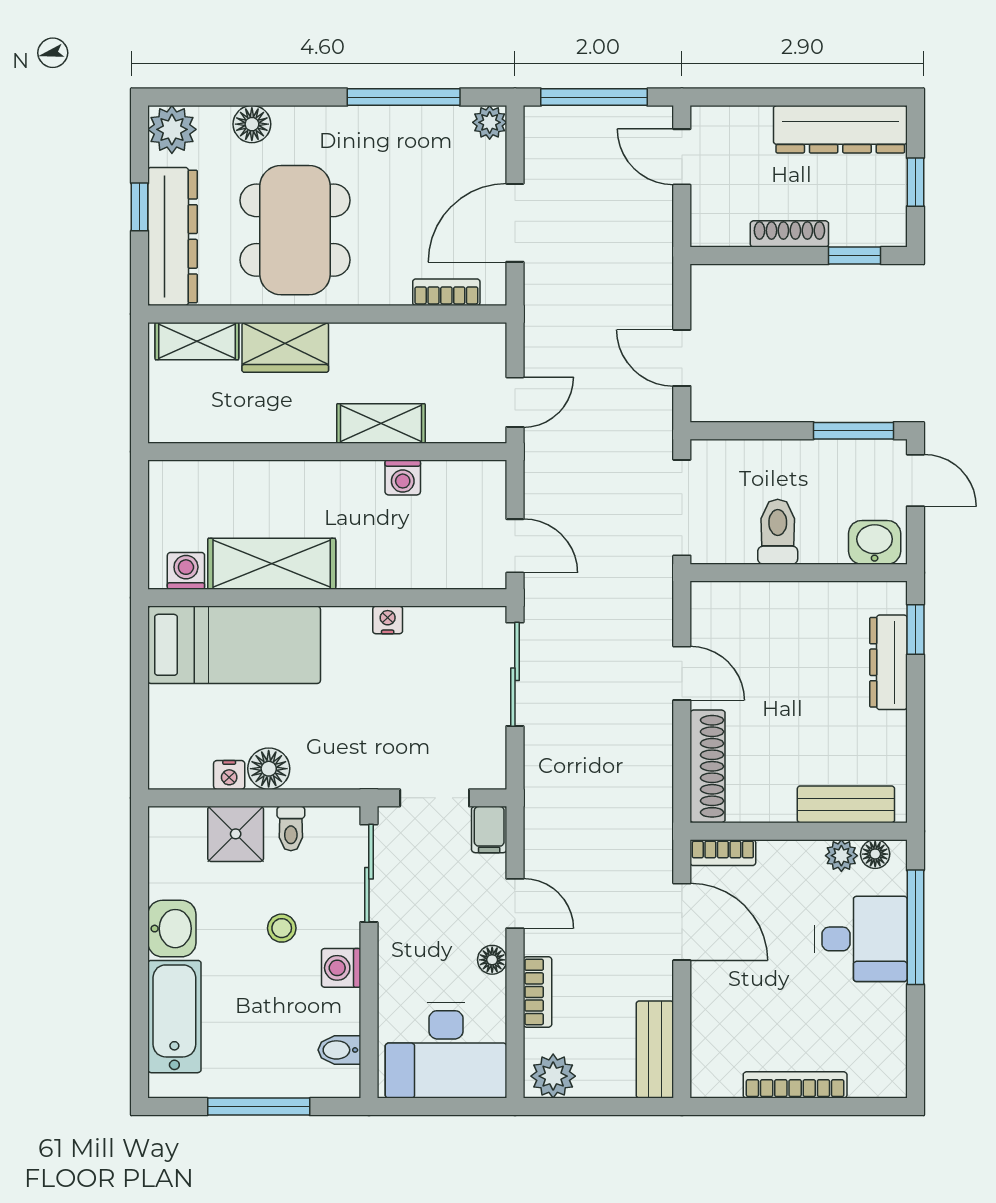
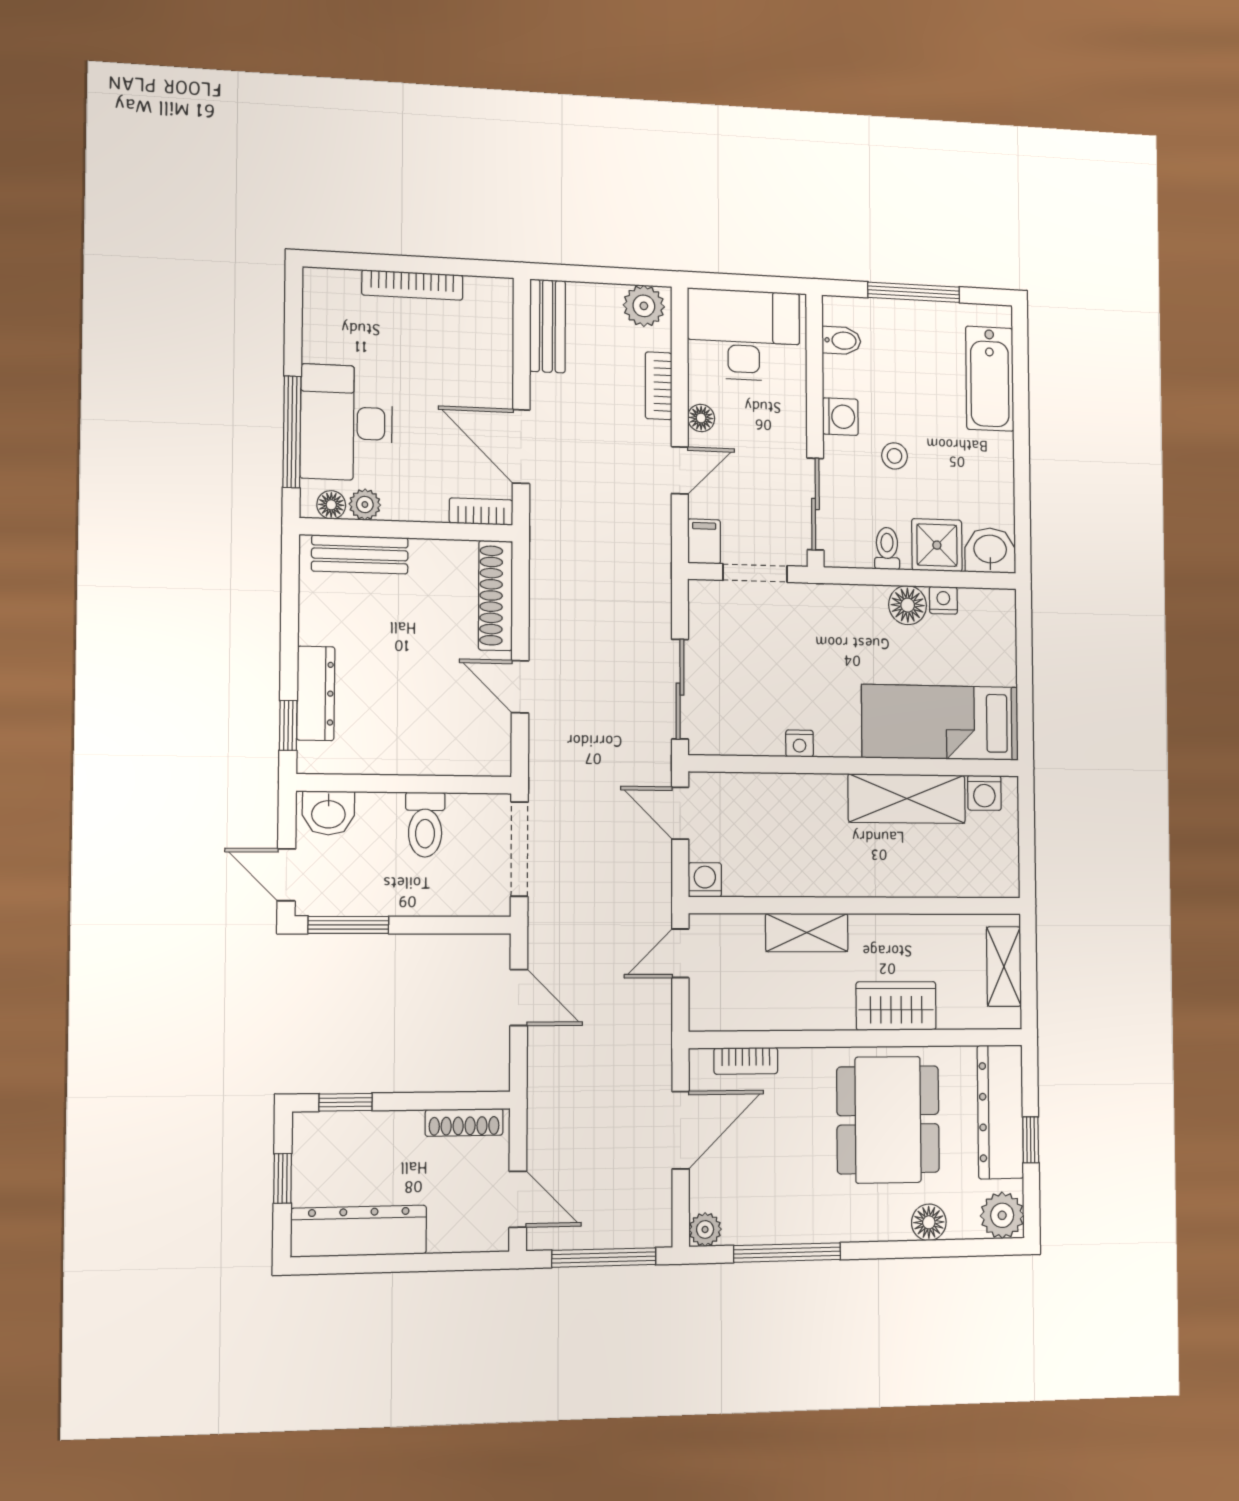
shoe rack: (789, 234) -> (464, 1122), moved
shelving: (197, 341) -> (1004, 967), moved, turned 90
washing machine: (403, 478) -> (705, 880), moved
door: (515, 903) -> (680, 470), swing flipped
washbasin: (172, 929) -> (990, 550), moved, turned 90
desk: (861, 939) -> (346, 423), width x1.37

